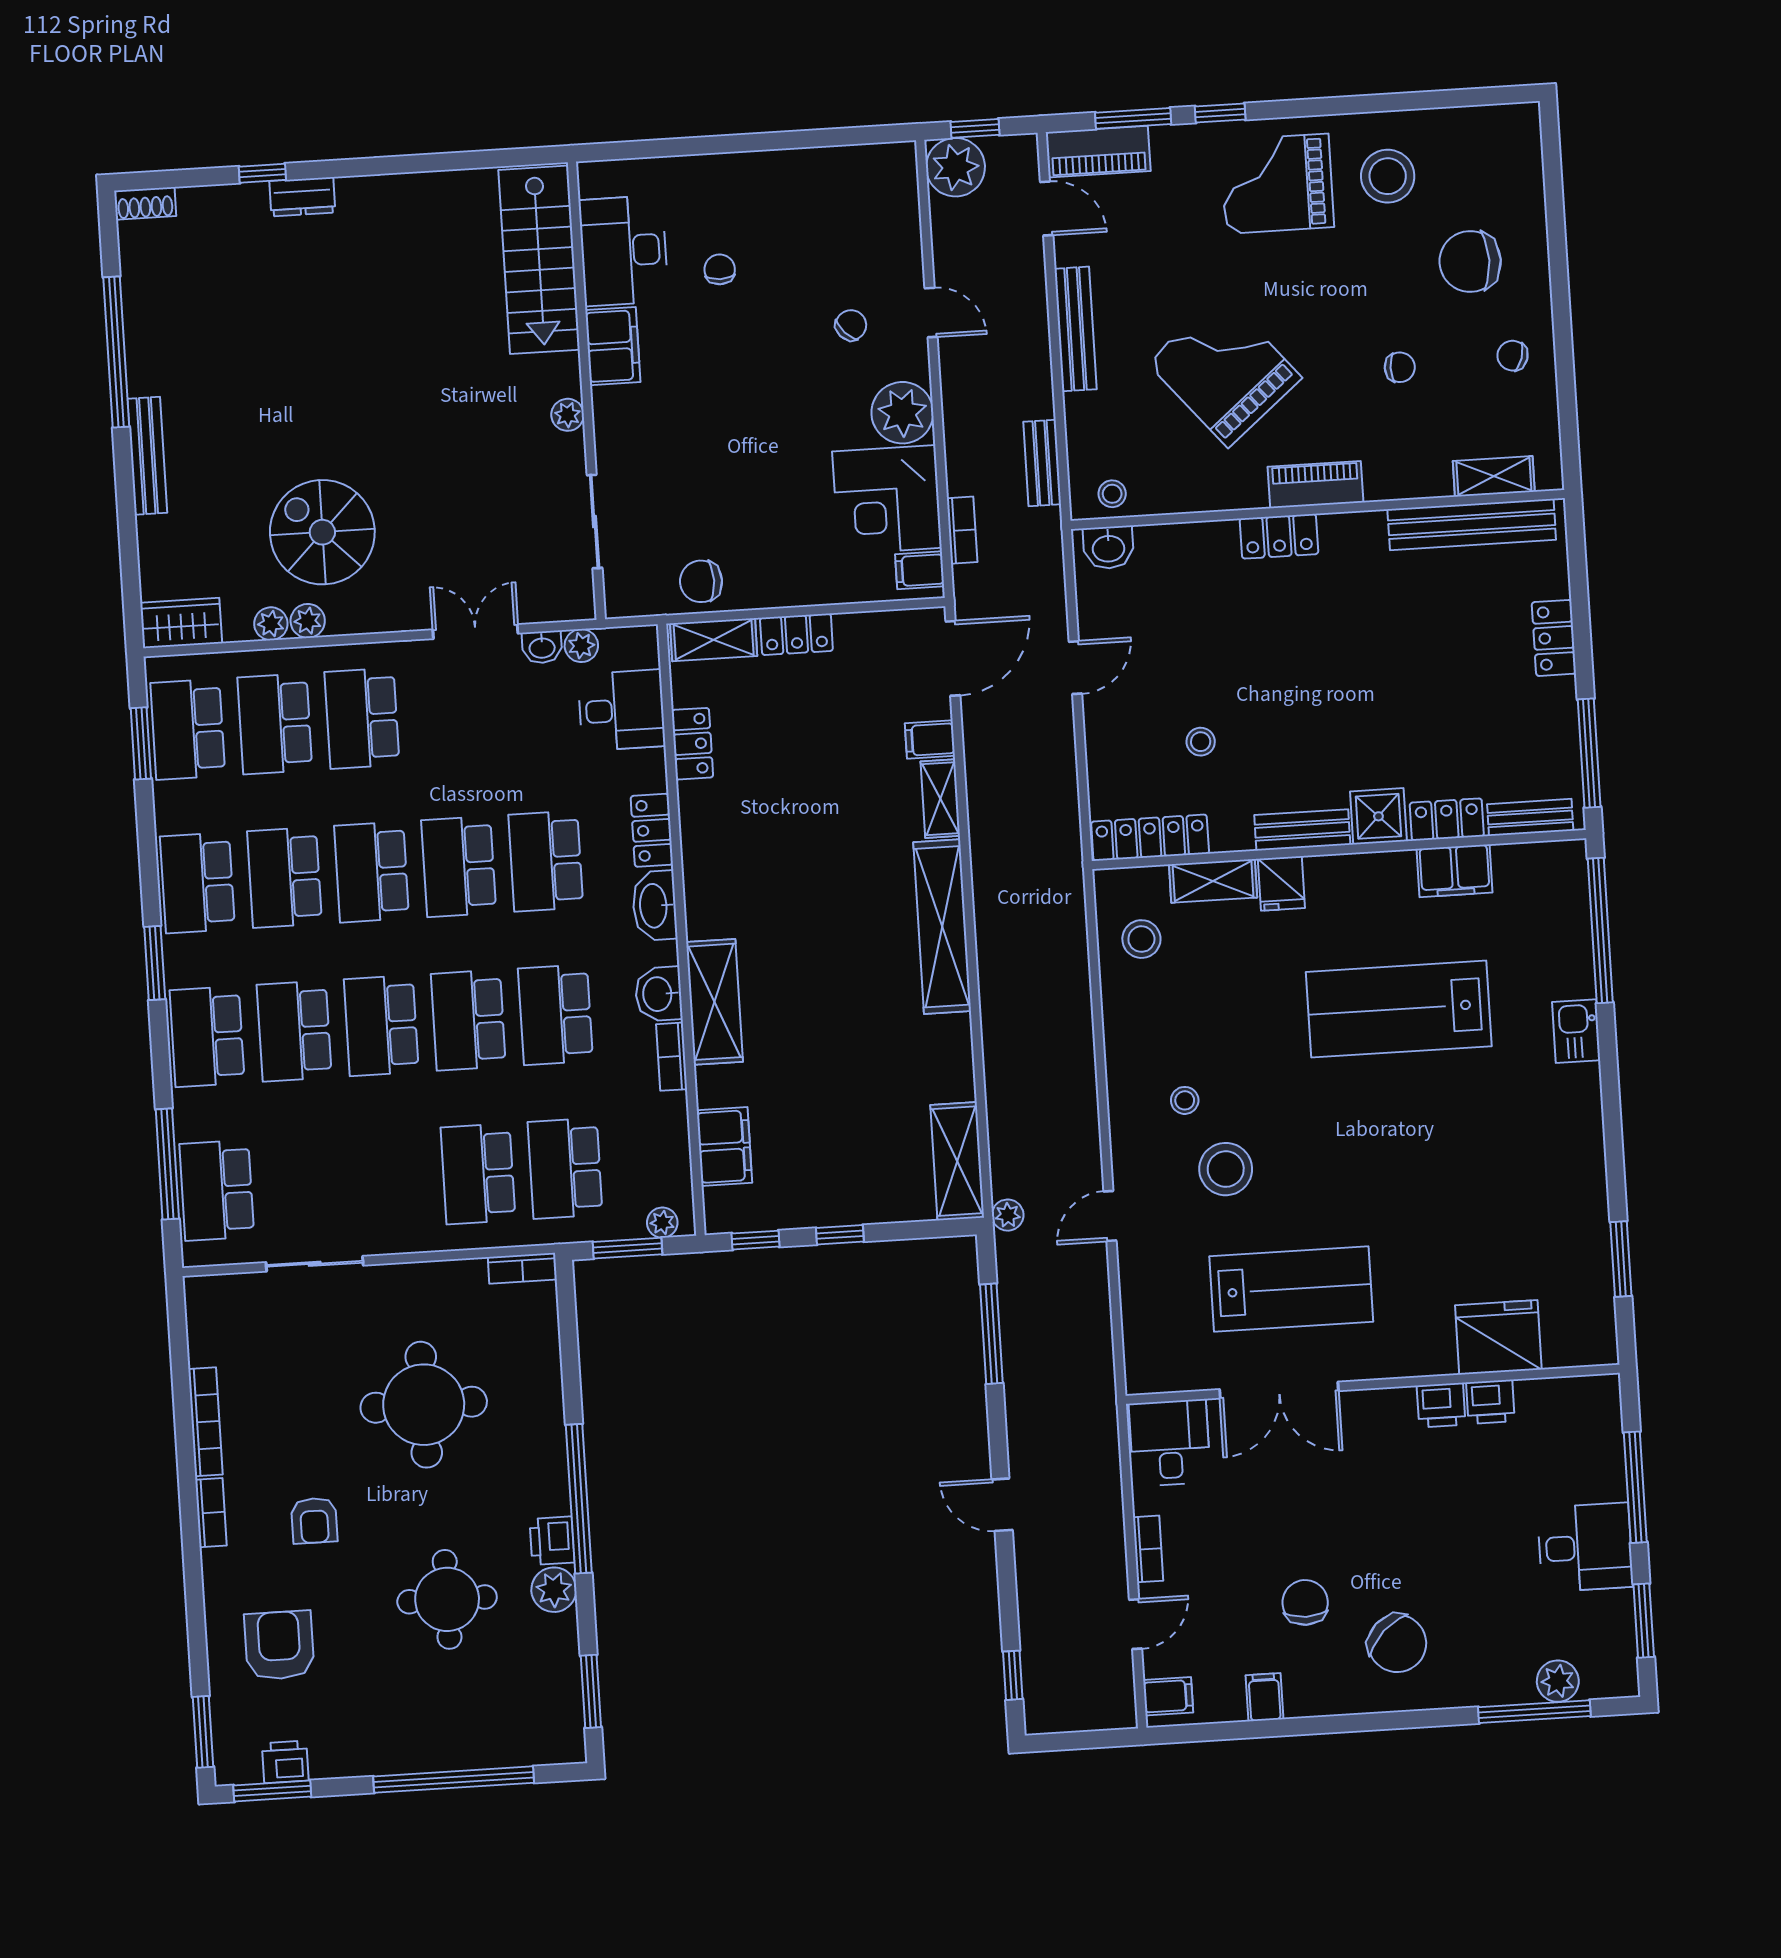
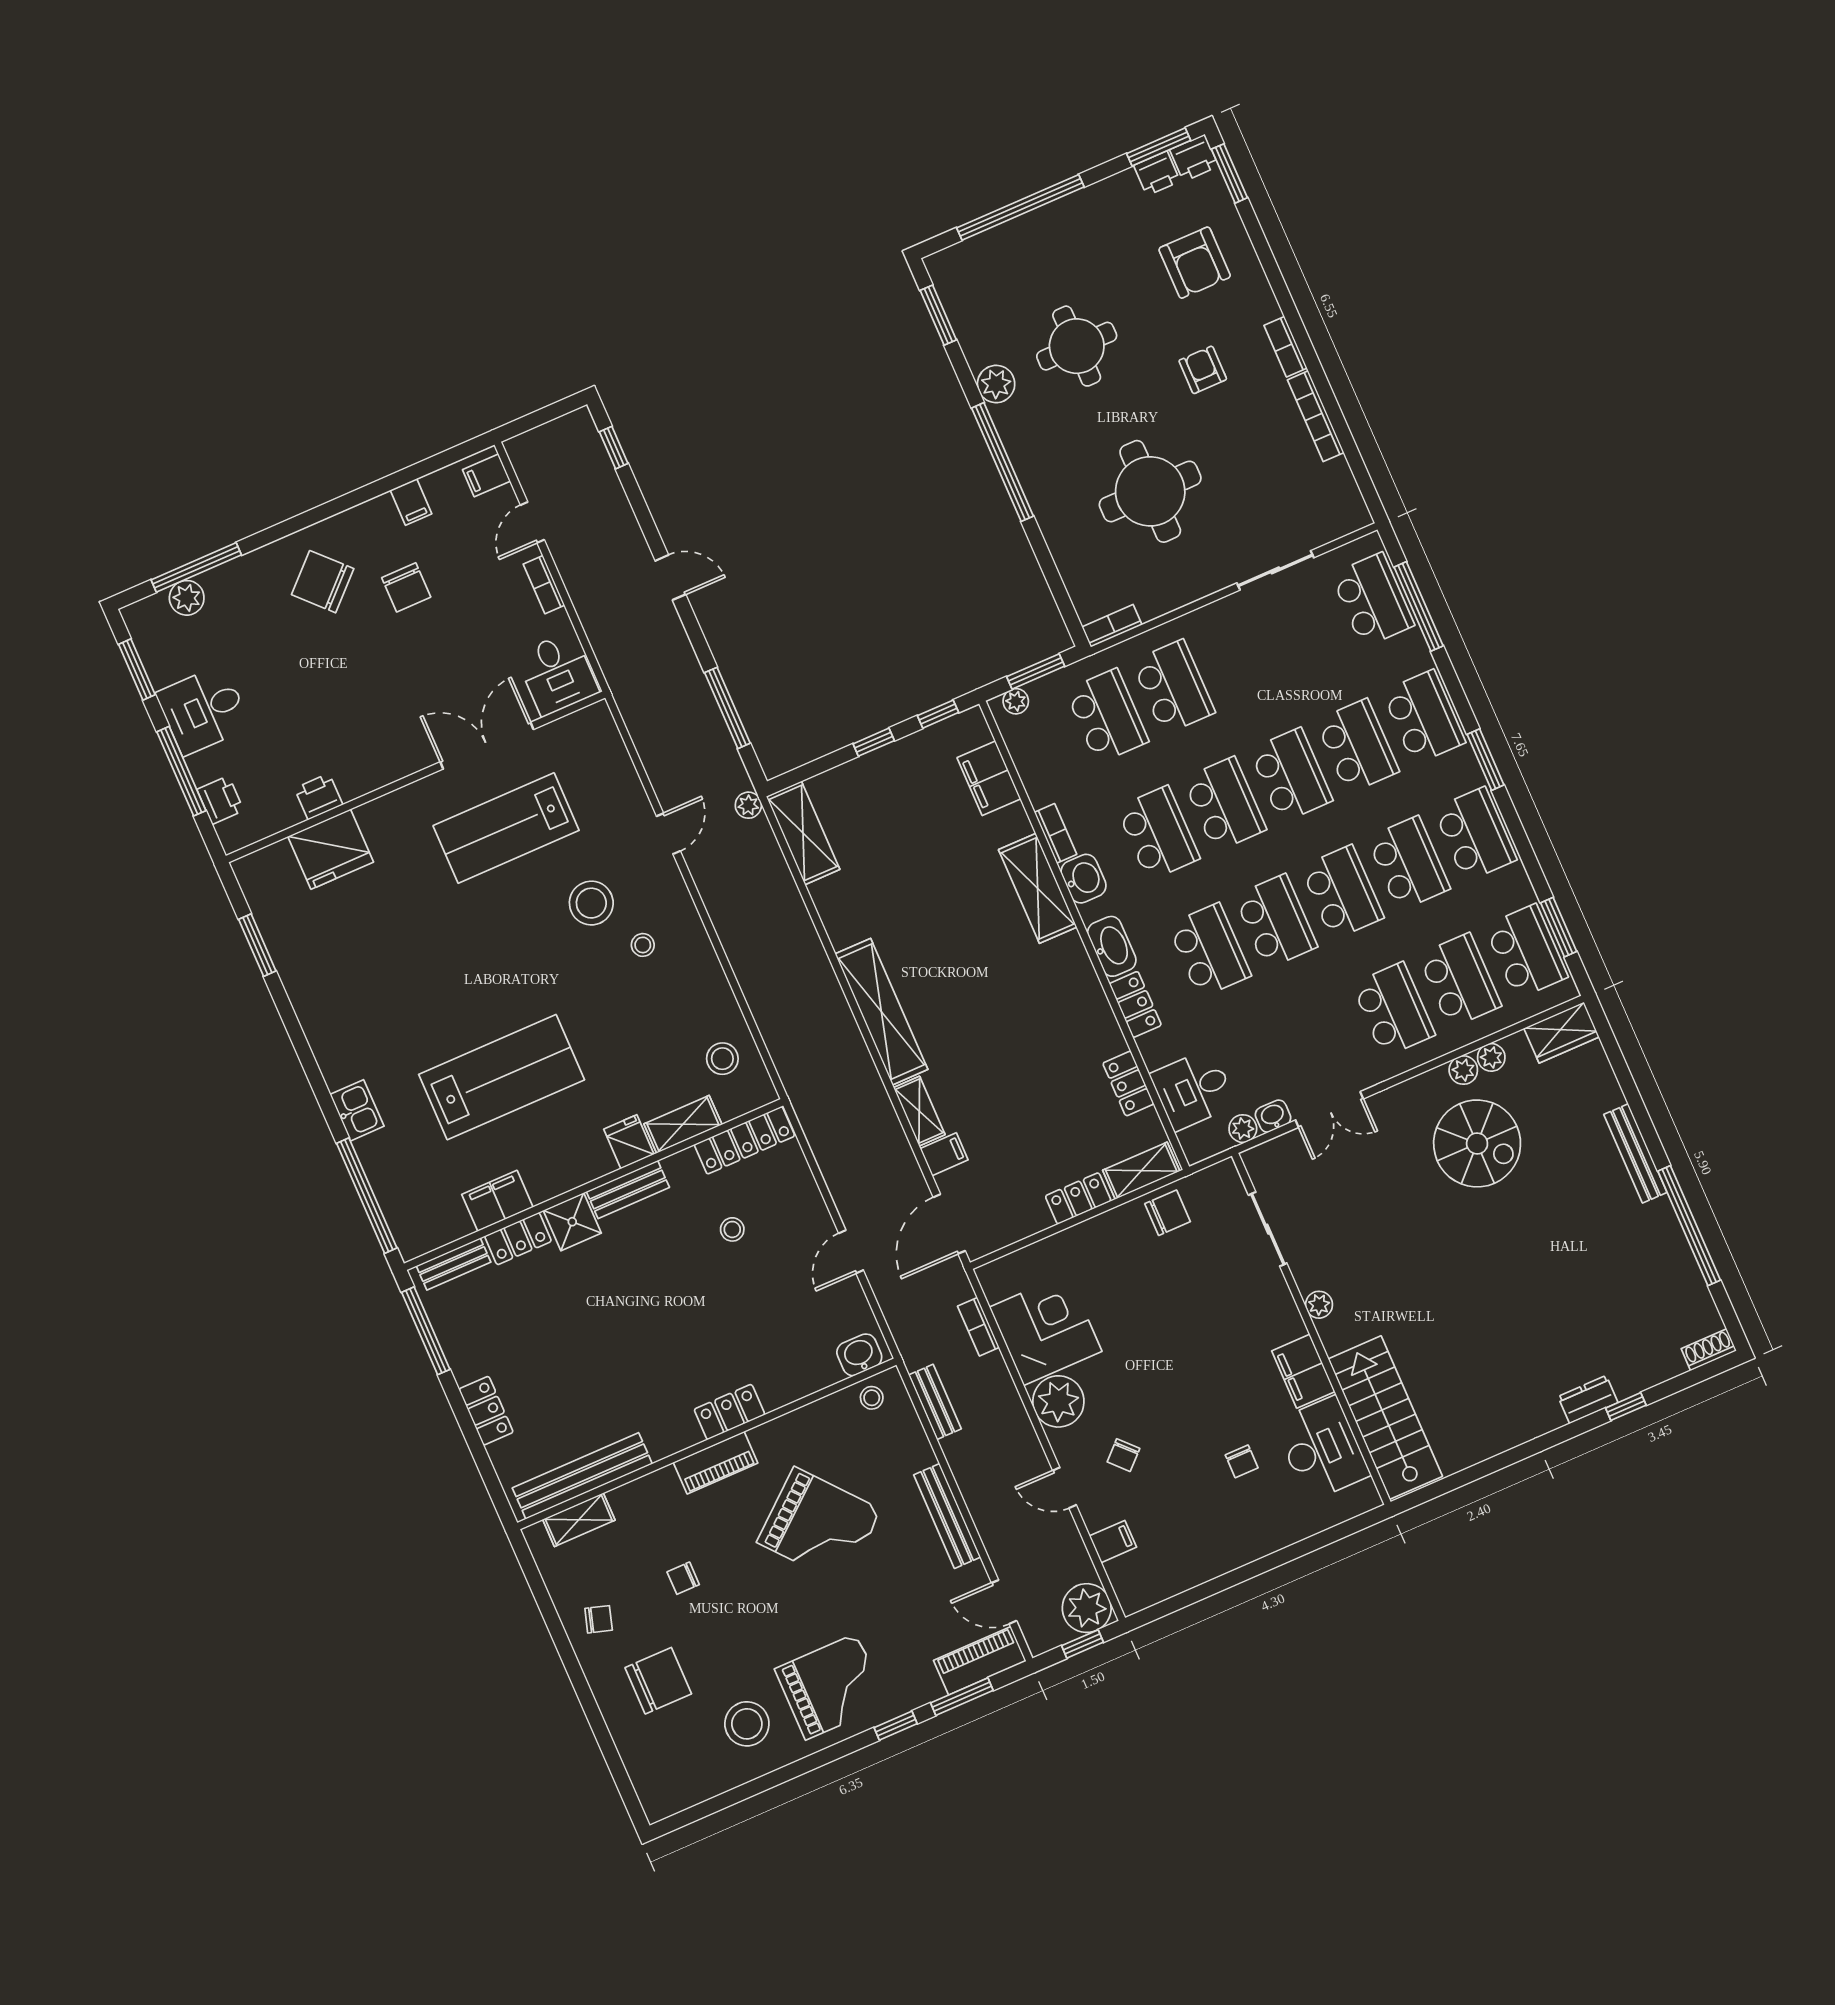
filing cabinet: (920, 570) -> (1113, 1542), moved
printer: (1441, 1405) -> (220, 800), moved, turned 90
printer: (552, 1541) -> (1194, 158), moved, turned 90

